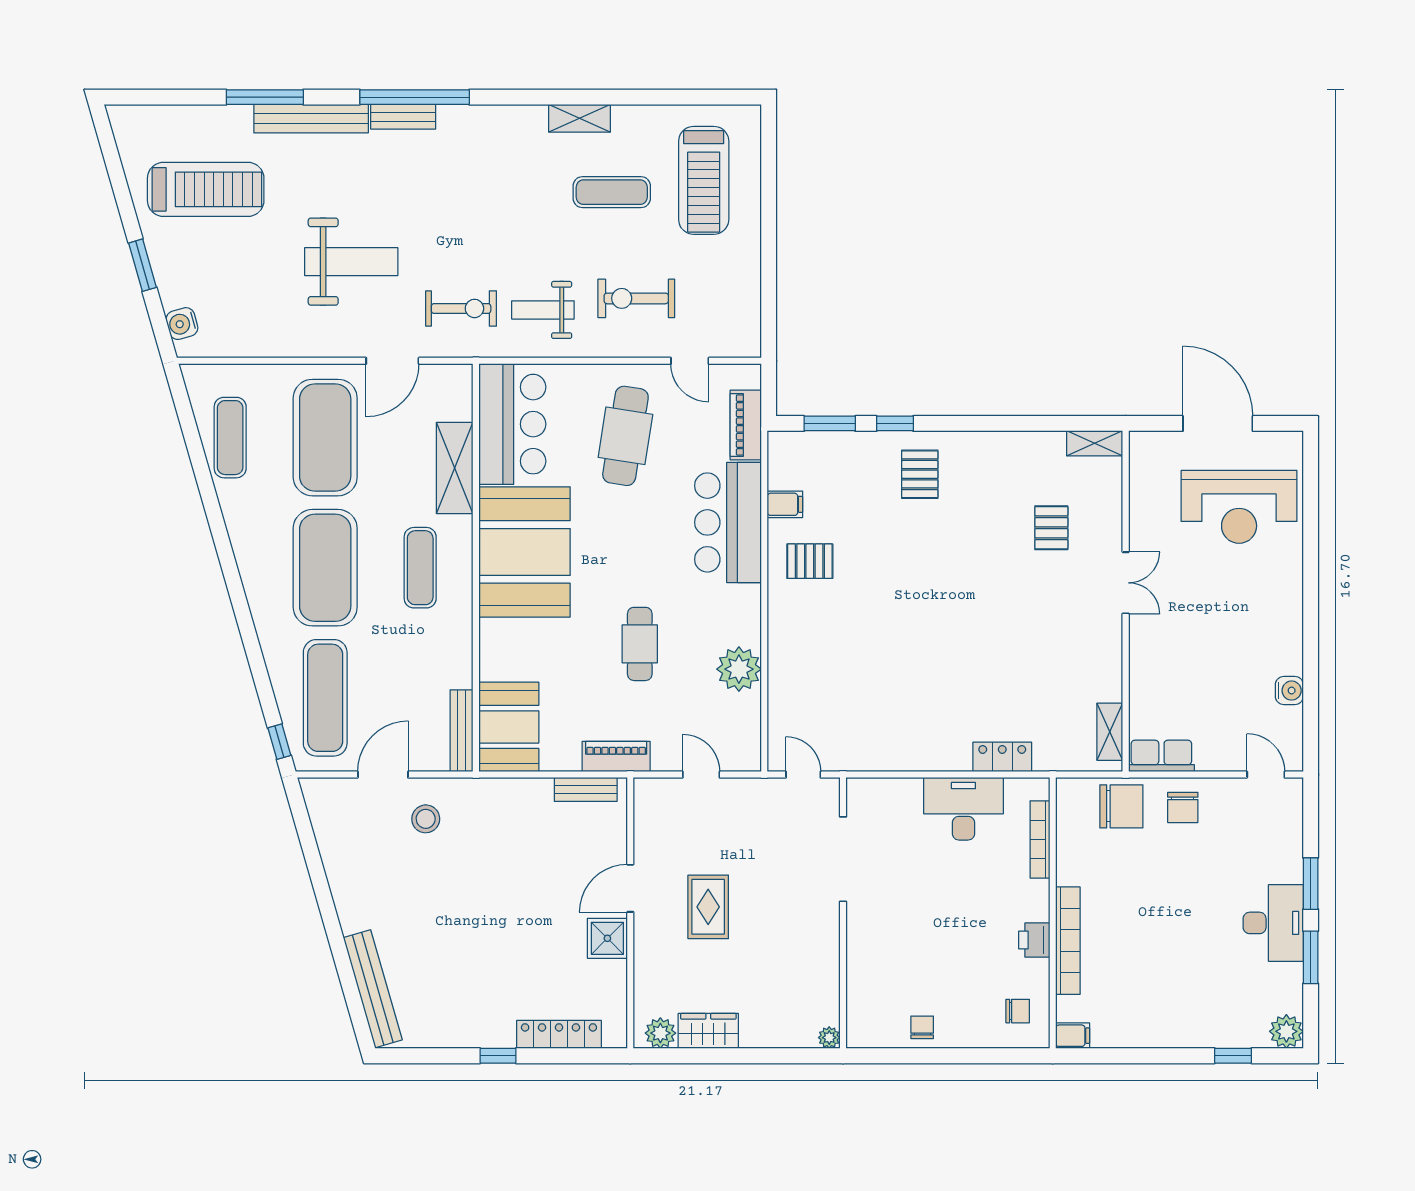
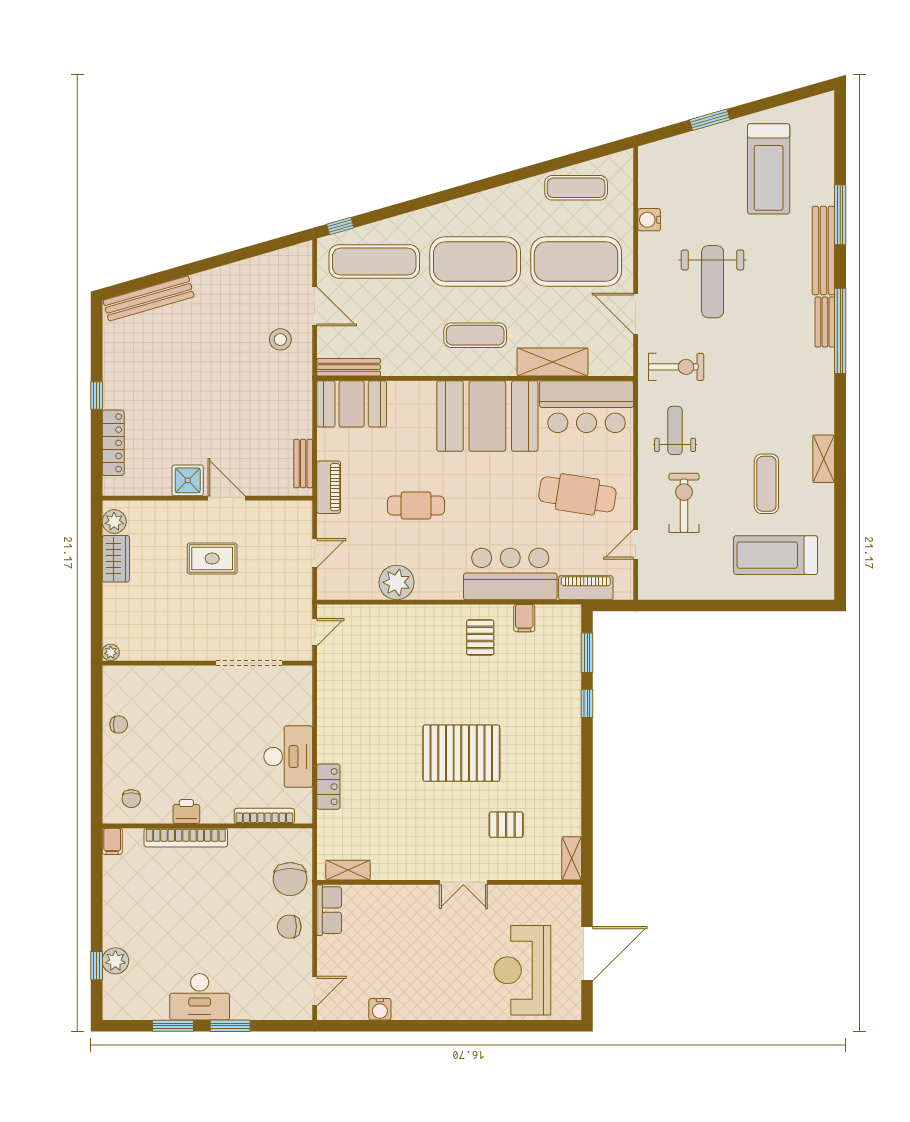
exercise bike: (461, 308) -> (676, 367), turned -90
water cooler: (182, 324) -> (649, 220), moved, turned -74
pallet: (920, 474) -> (461, 753), moved, width x2.05, depth x2.00
plant: (1286, 1031) -> (115, 961), moved

